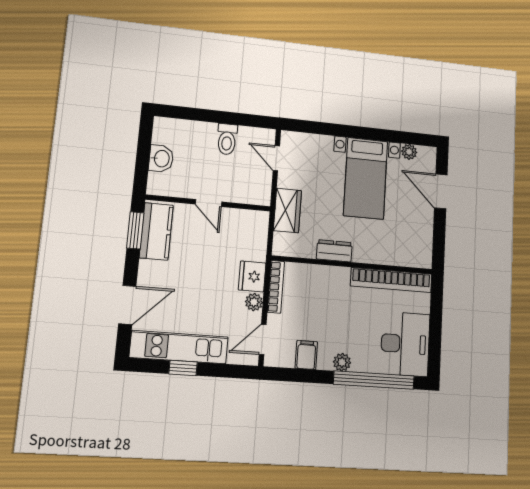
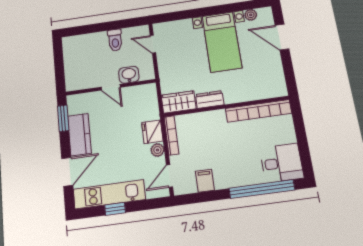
washbasin: (161, 159) -> (129, 75), moved, turned -90
wardrobe: (287, 210) -> (179, 102), moved, turned -90
kitchen counter: (156, 231) -> (79, 135), moved
desk: (405, 344) -> (282, 163), width x0.73
plant: (342, 362) -> (234, 180), removed

